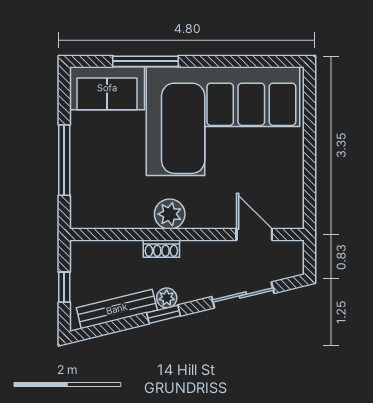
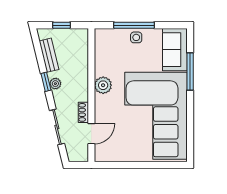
side table: (86, 156) -> (136, 37), added
shoe rack: (161, 249) -> (83, 112), moved
bench: (117, 309) -> (49, 55), width x0.73

